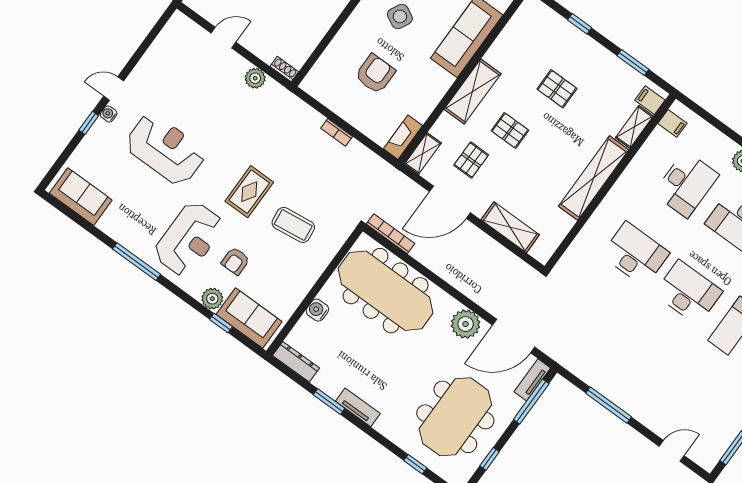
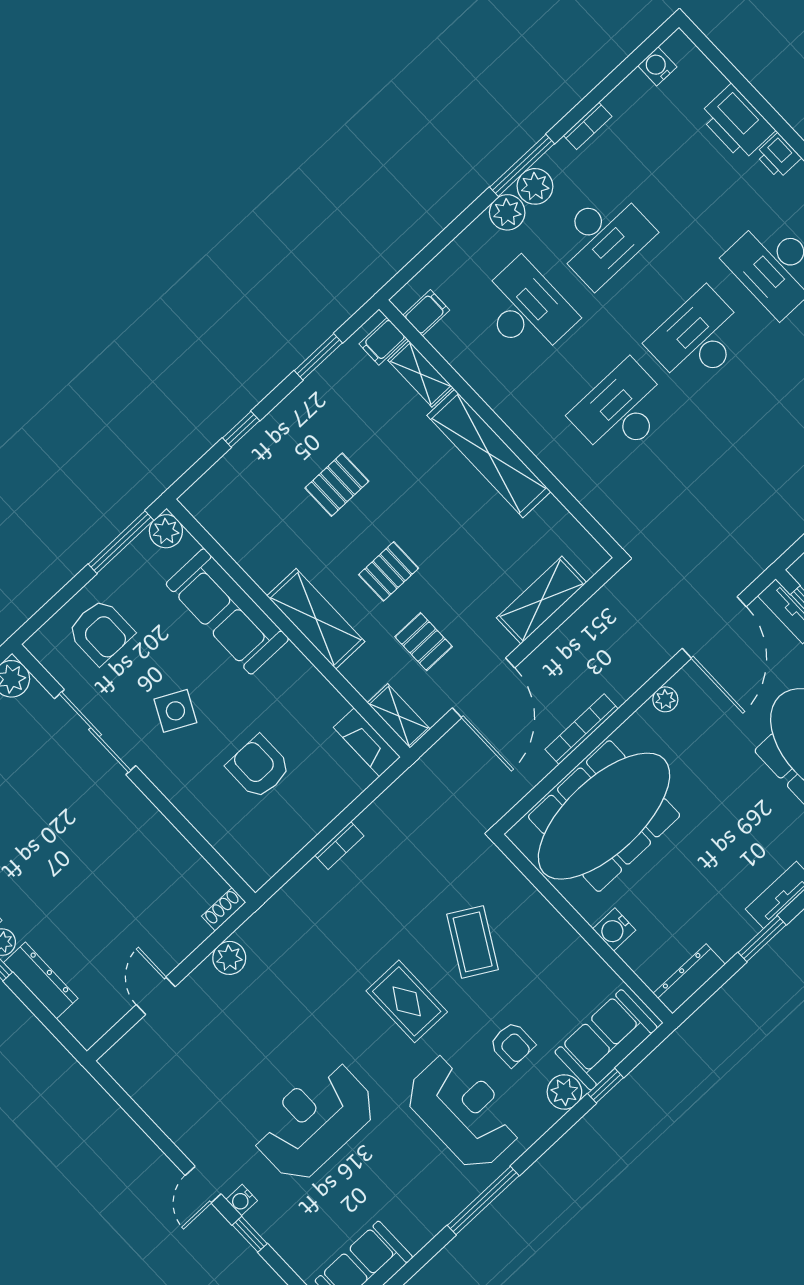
coffee table: (293, 225) -> (473, 942), turned -53
bookcase: (390, 234) -> (582, 729), moved
plant: (466, 324) -> (665, 699), width x0.53, depth x0.53

